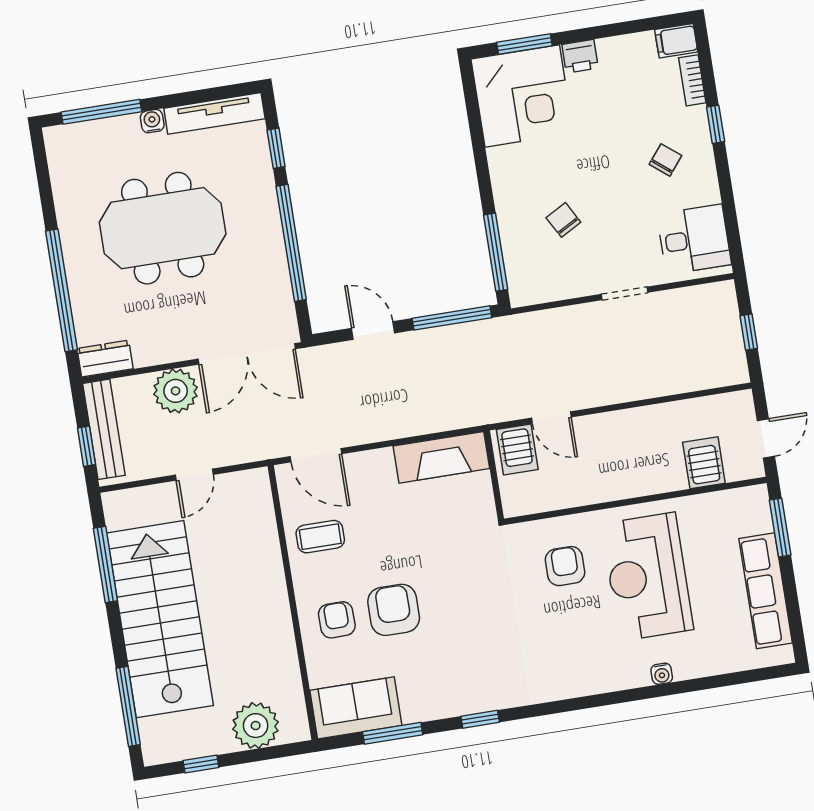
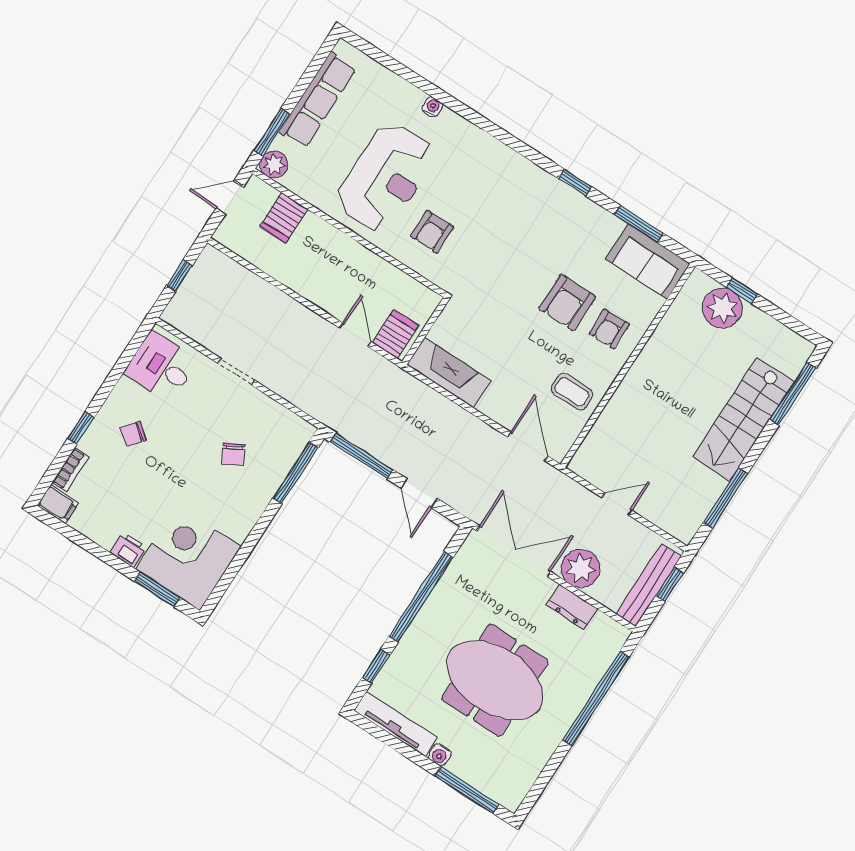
dresser: (105, 359) -> (572, 607), moved
plant: (753, 501) -> (274, 165), added
stairs: (160, 619) -> (743, 419), width x0.73, depth x0.66
window: (201, 764) -> (742, 291), moved

